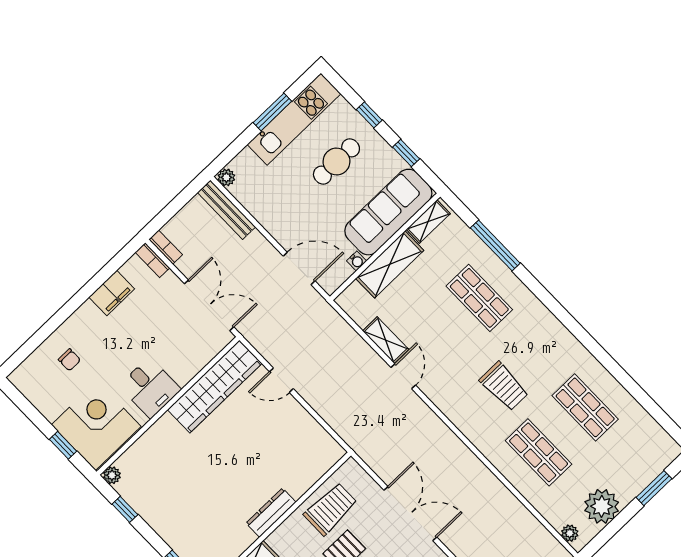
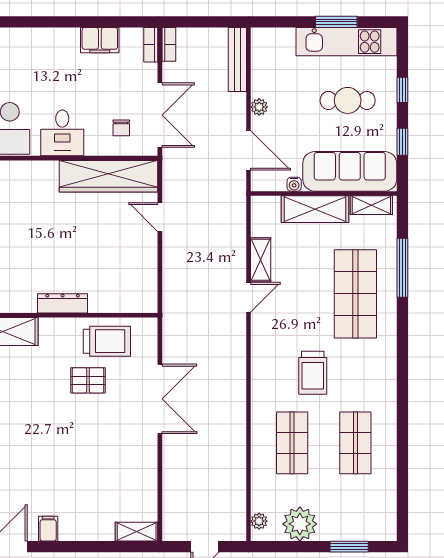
plant: (226, 177) -> (259, 107), moved
shop shelf: (479, 298) -> (355, 294), width x1.43, depth x1.36
chair: (69, 360) -> (121, 128), moved

